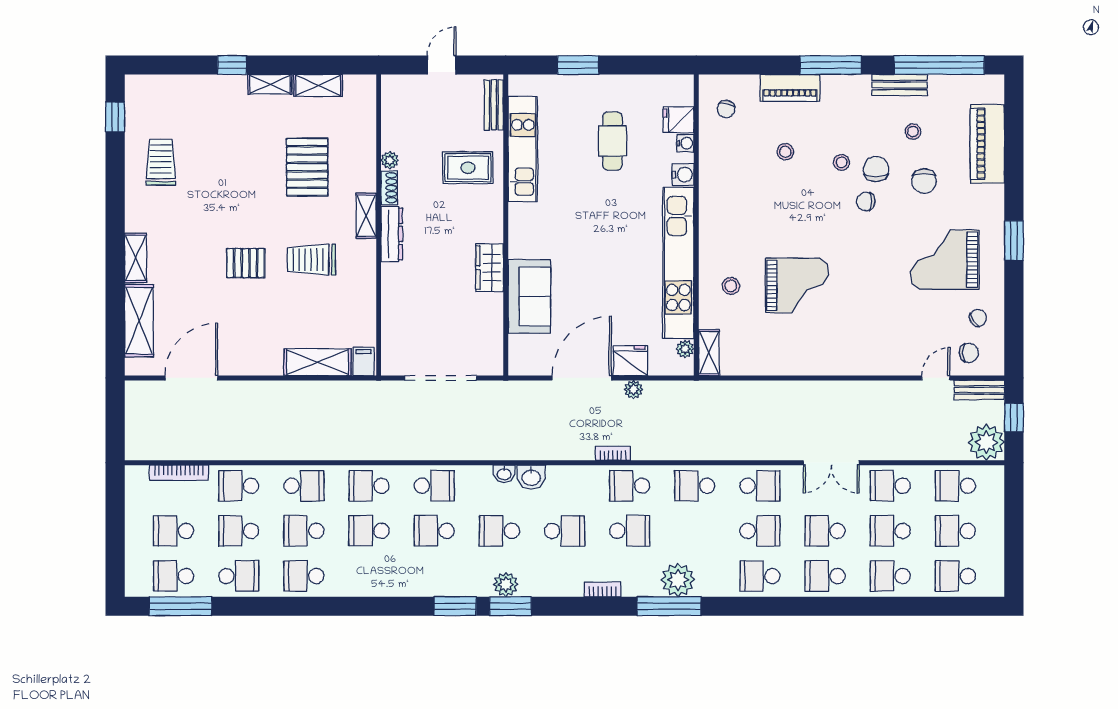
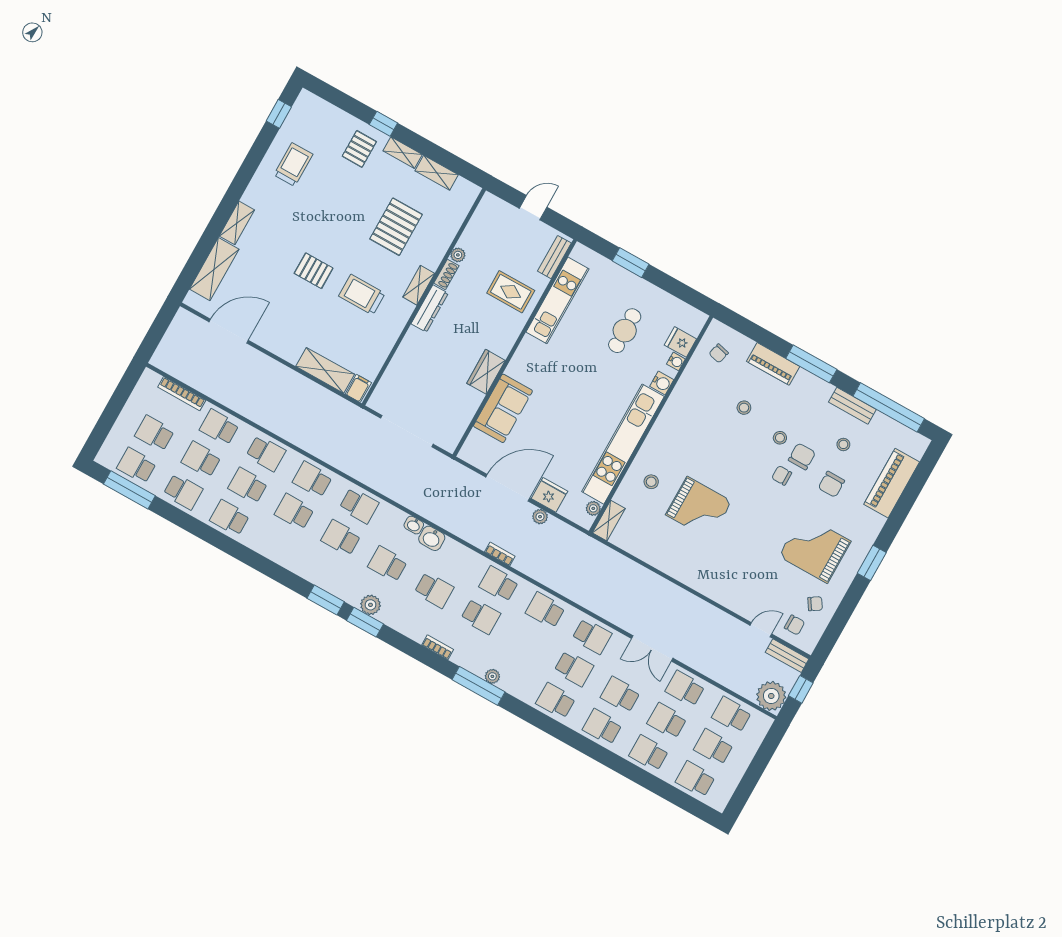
pallet: (222, 106) -> (359, 149), added
plant: (678, 580) -> (492, 676), width x0.53, depth x0.53

